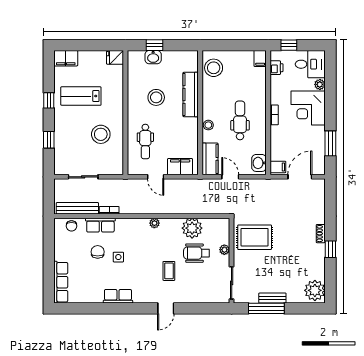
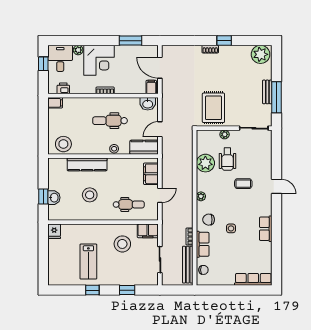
window: (289, 45) -> (43, 64), moved
filing cabinet: (66, 58) -> (148, 231), moved, turned 90
chair: (98, 252) -> (209, 220), moved

